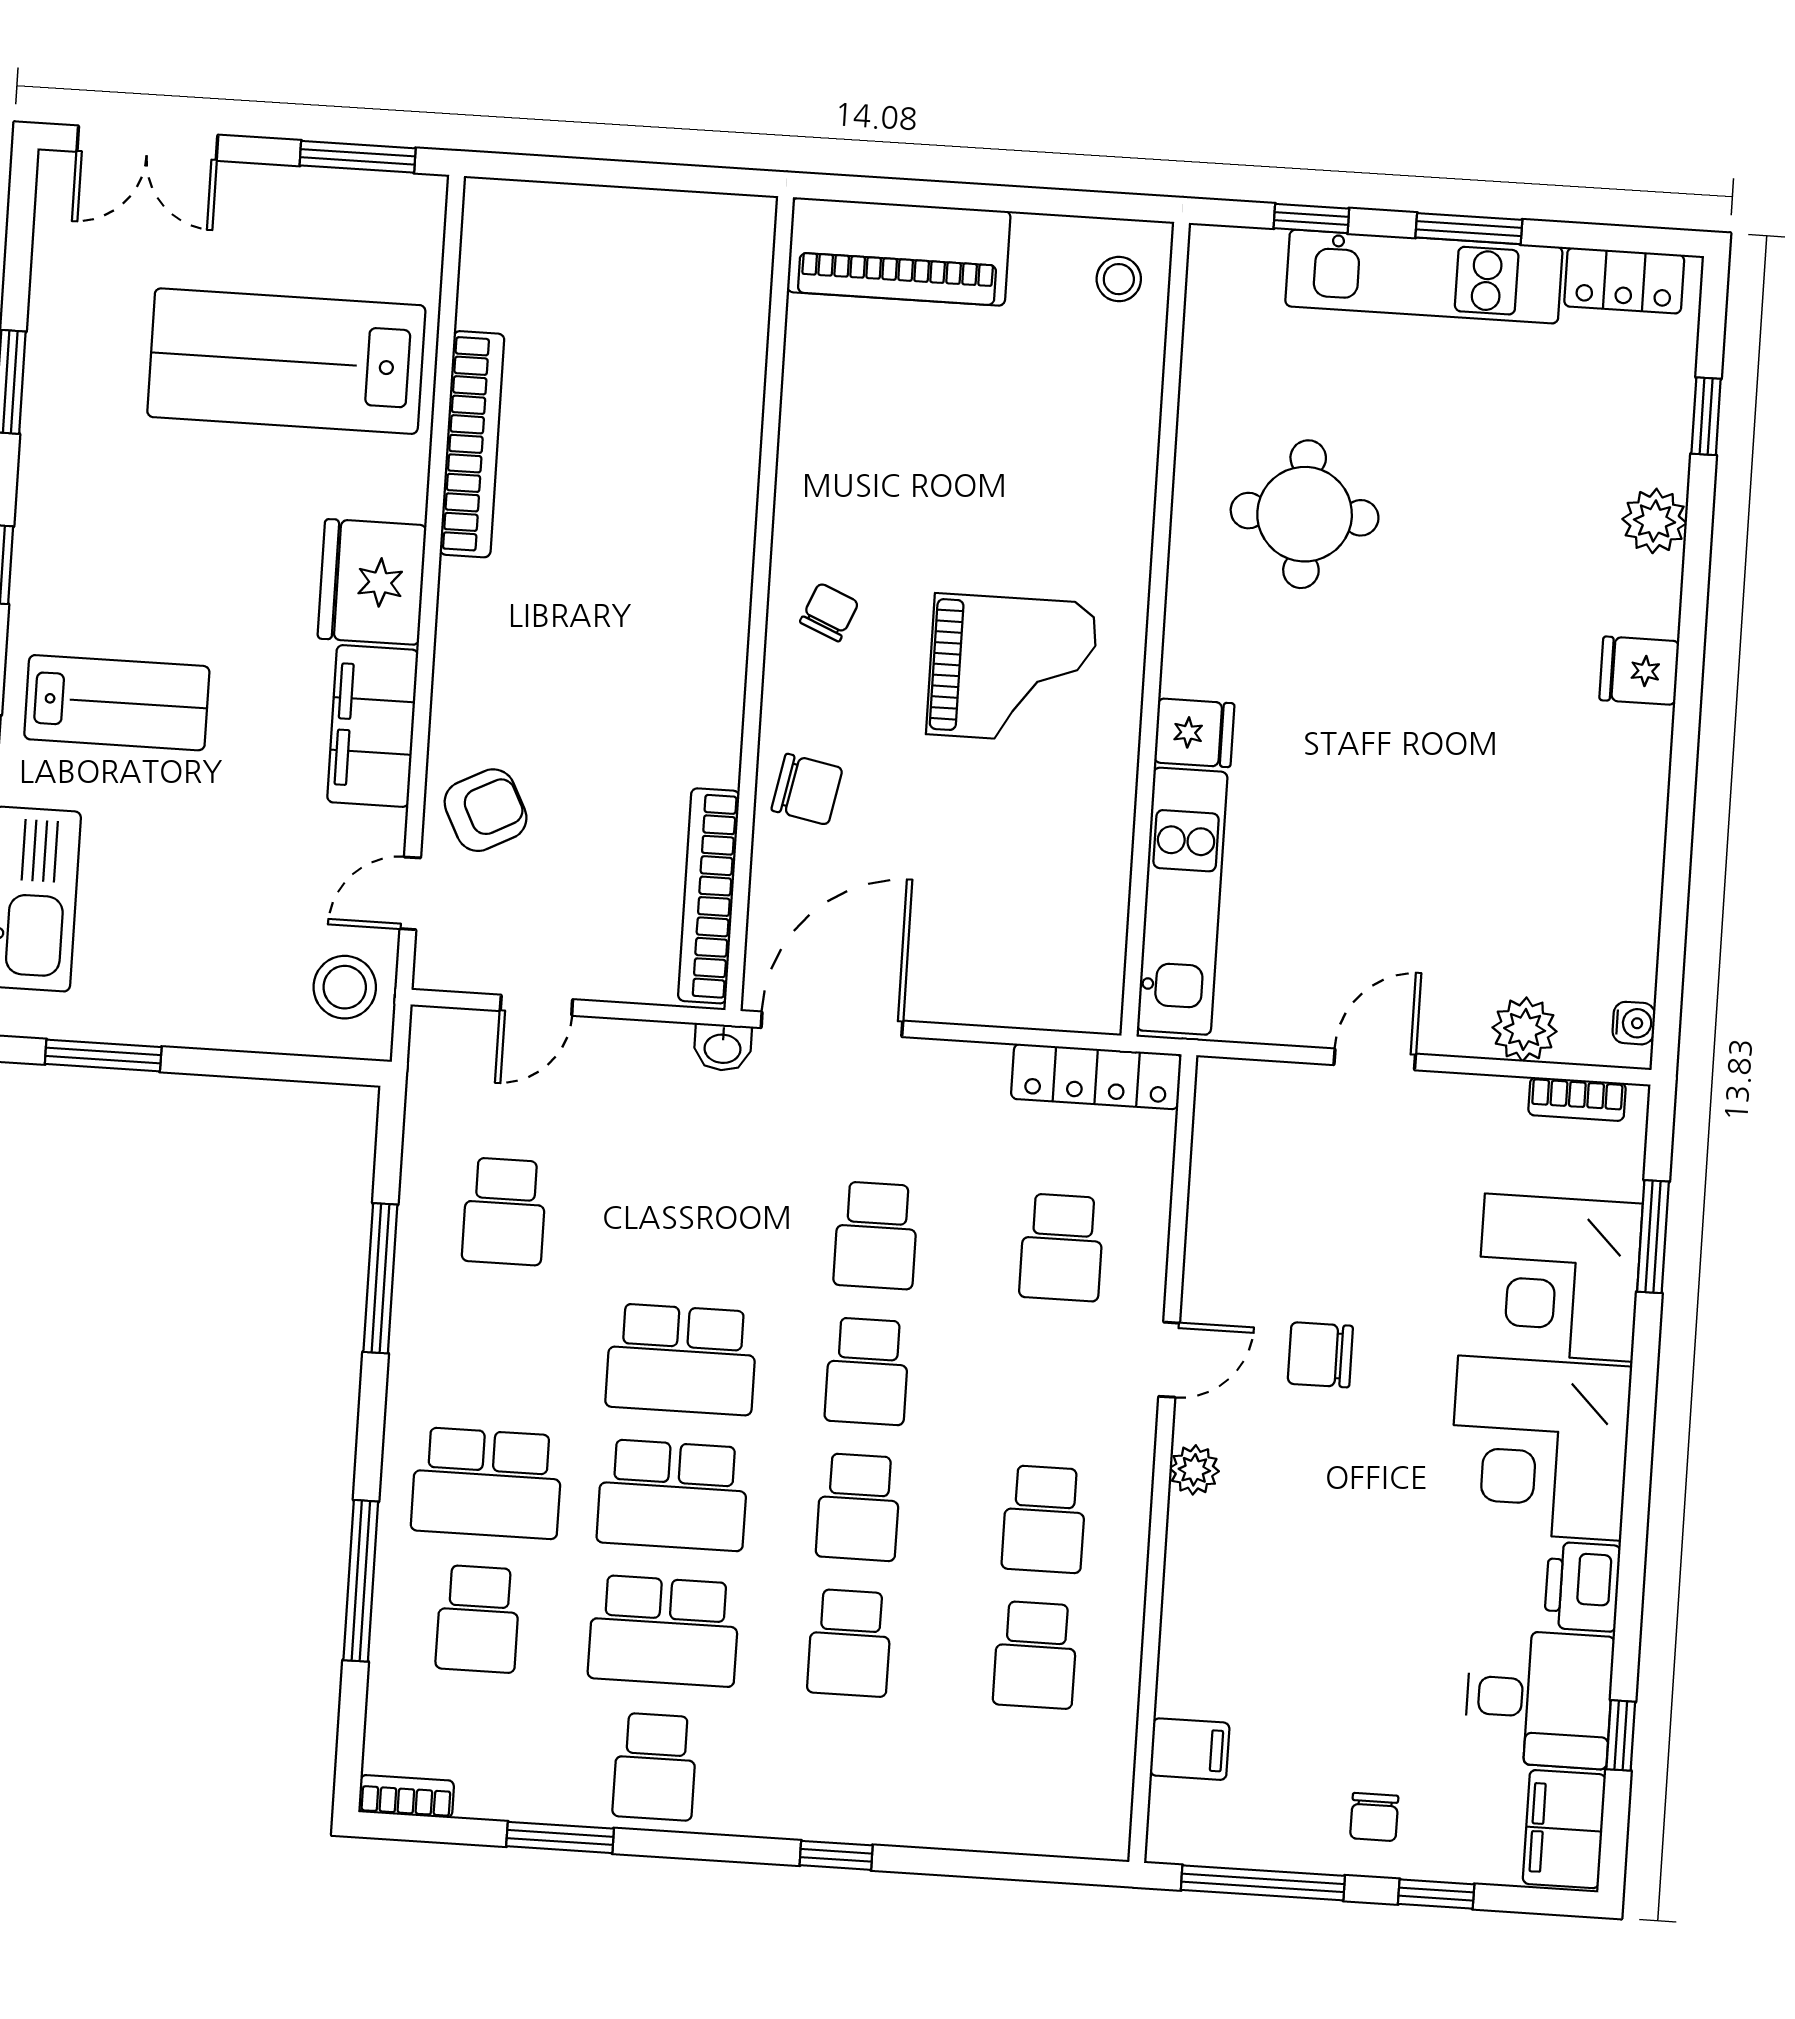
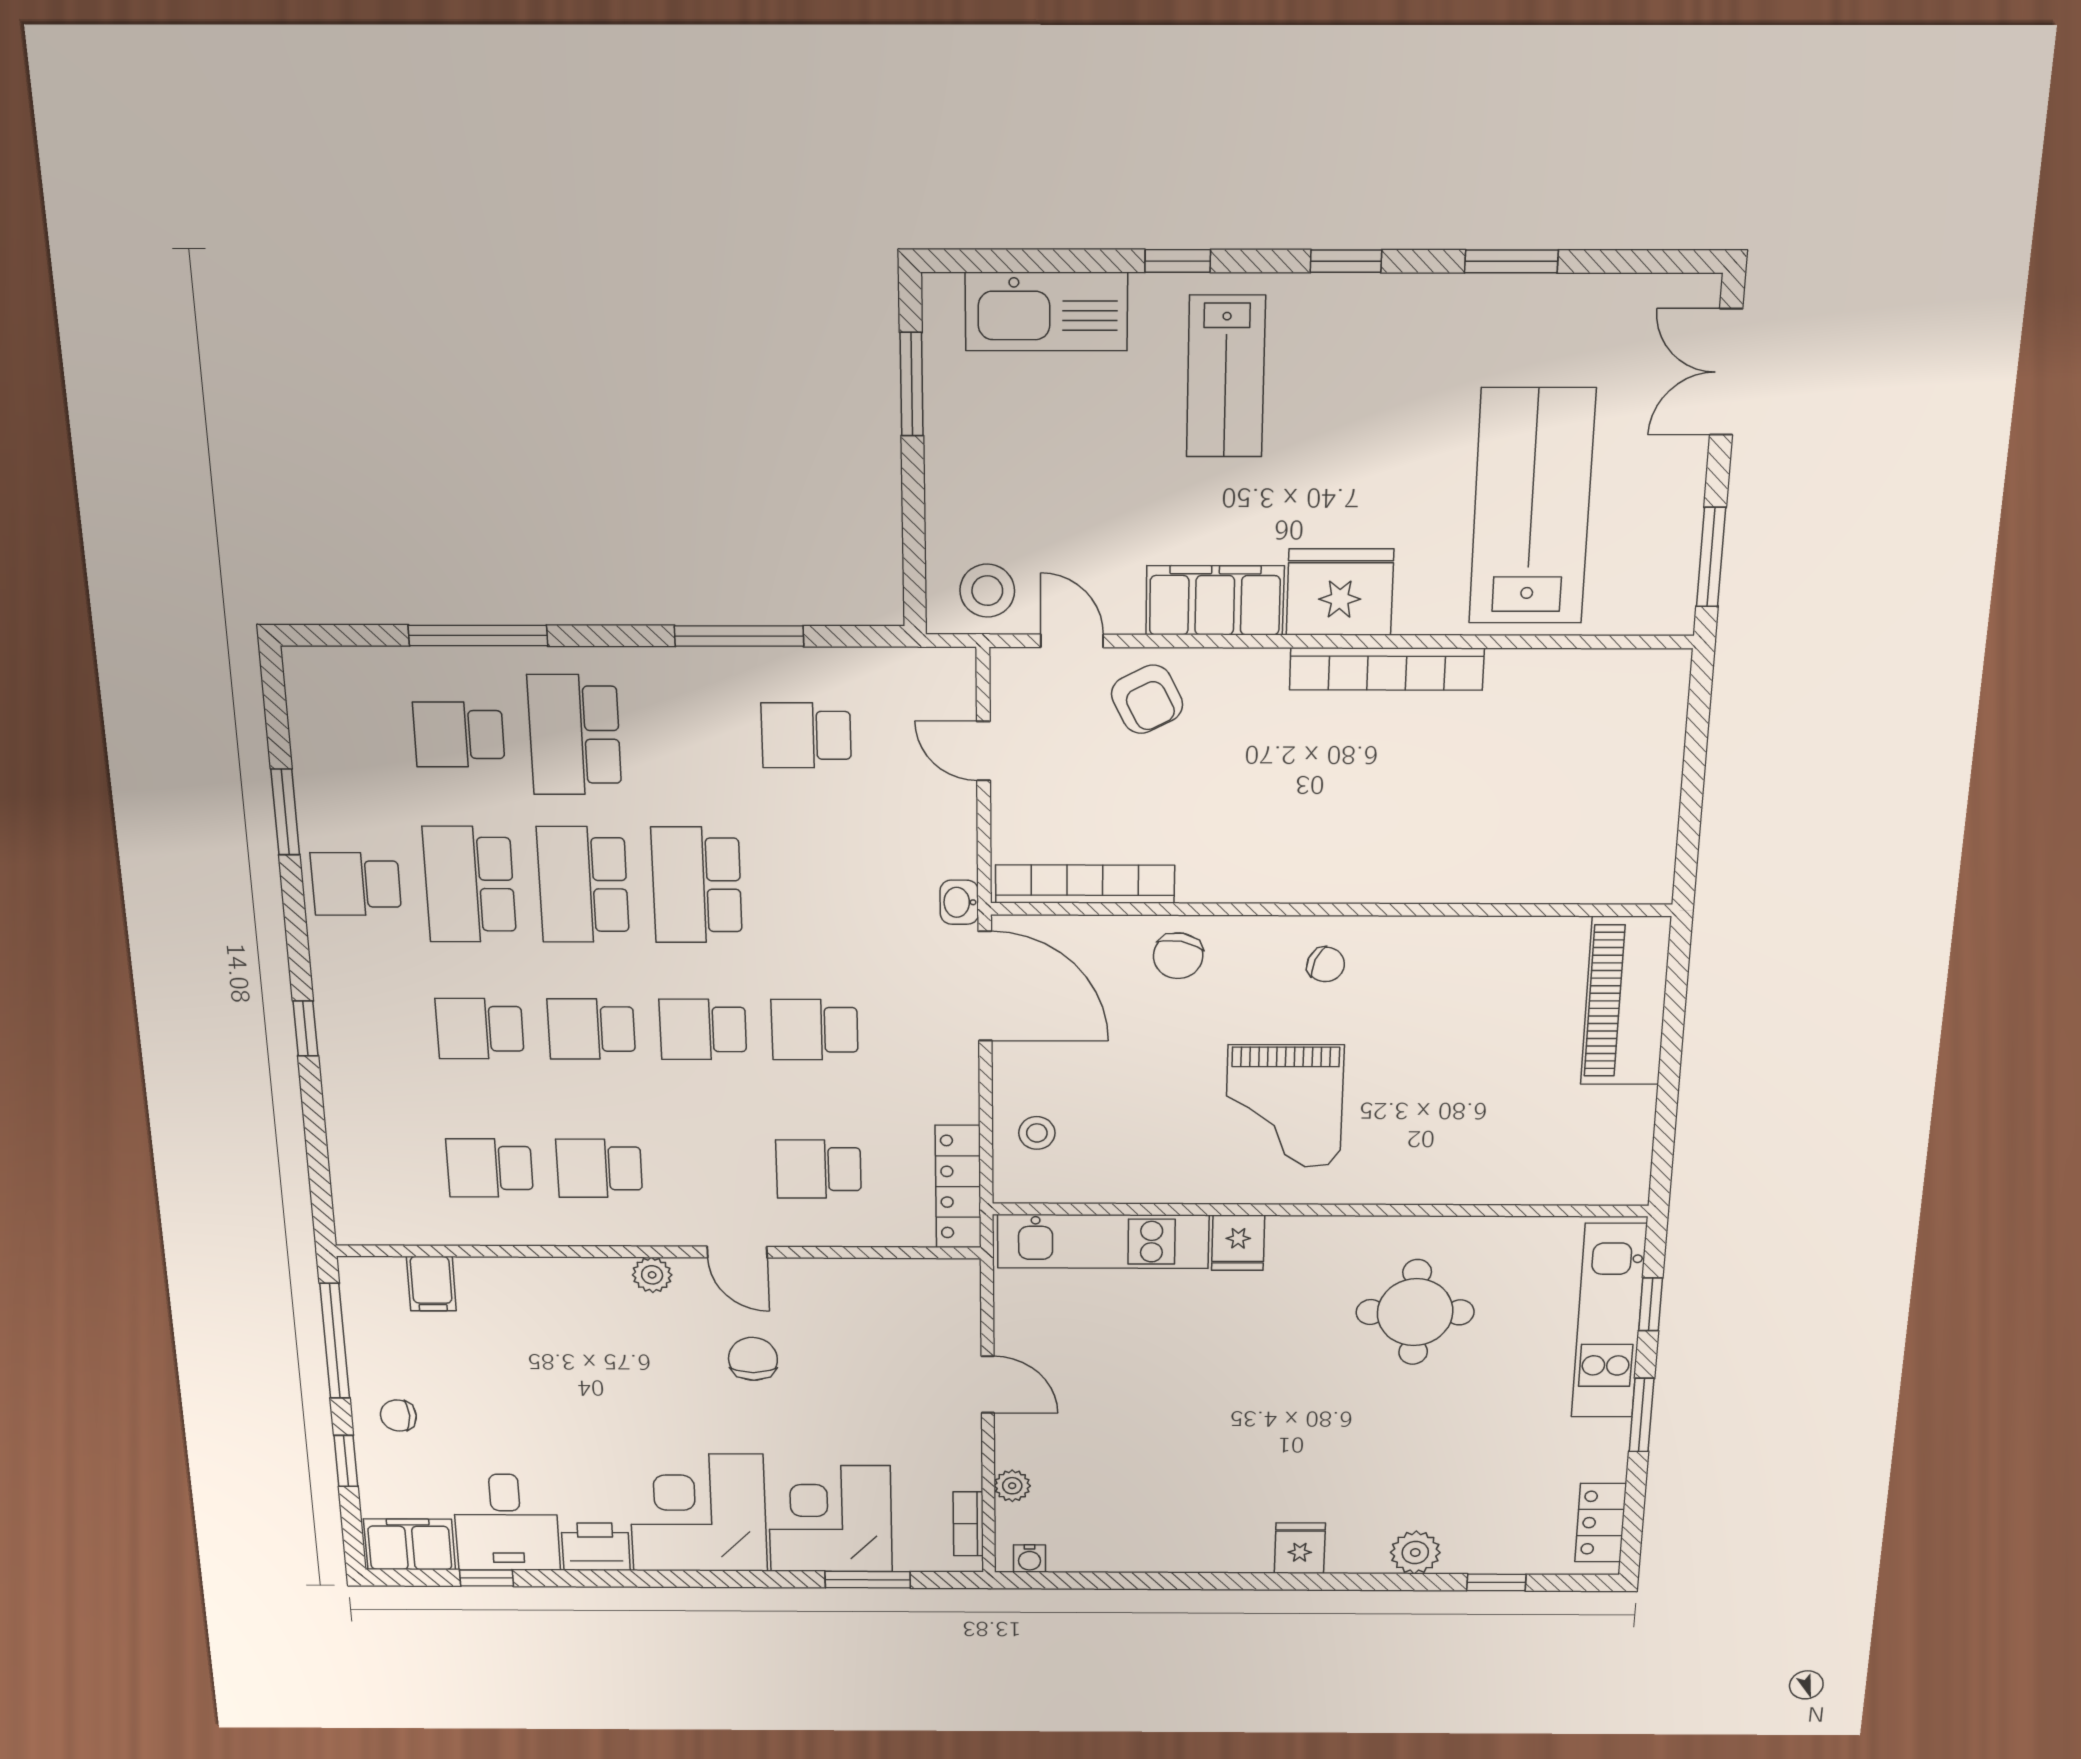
kitchen unit: (1424, 277) -> (1609, 1321), moved
stool: (1119, 279) -> (1037, 1133), moved
bookcase: (472, 444) -> (1387, 669), moved
plant: (1525, 1029) -> (1012, 1486), width x0.73, depth x0.73
bookcase: (406, 1796) -> (300, 685), removed

